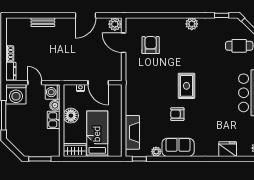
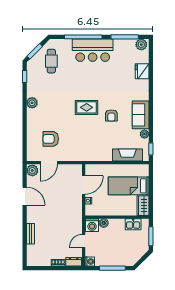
washing machine: (16, 94) -> (90, 261), width x0.53, depth x0.53
floor lamp: (71, 116) -> (113, 209), removed
kitchen sink: (54, 120) -> (133, 224), moved

